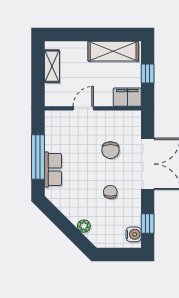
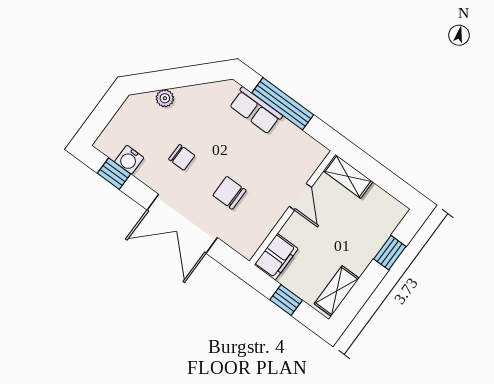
window: (78, 35) -> (390, 253), added
shelving: (113, 51) -> (337, 291), width x0.67, depth x0.75
shelving: (52, 66) -> (348, 176), moved
water cooler: (134, 234) -> (129, 160), moved

